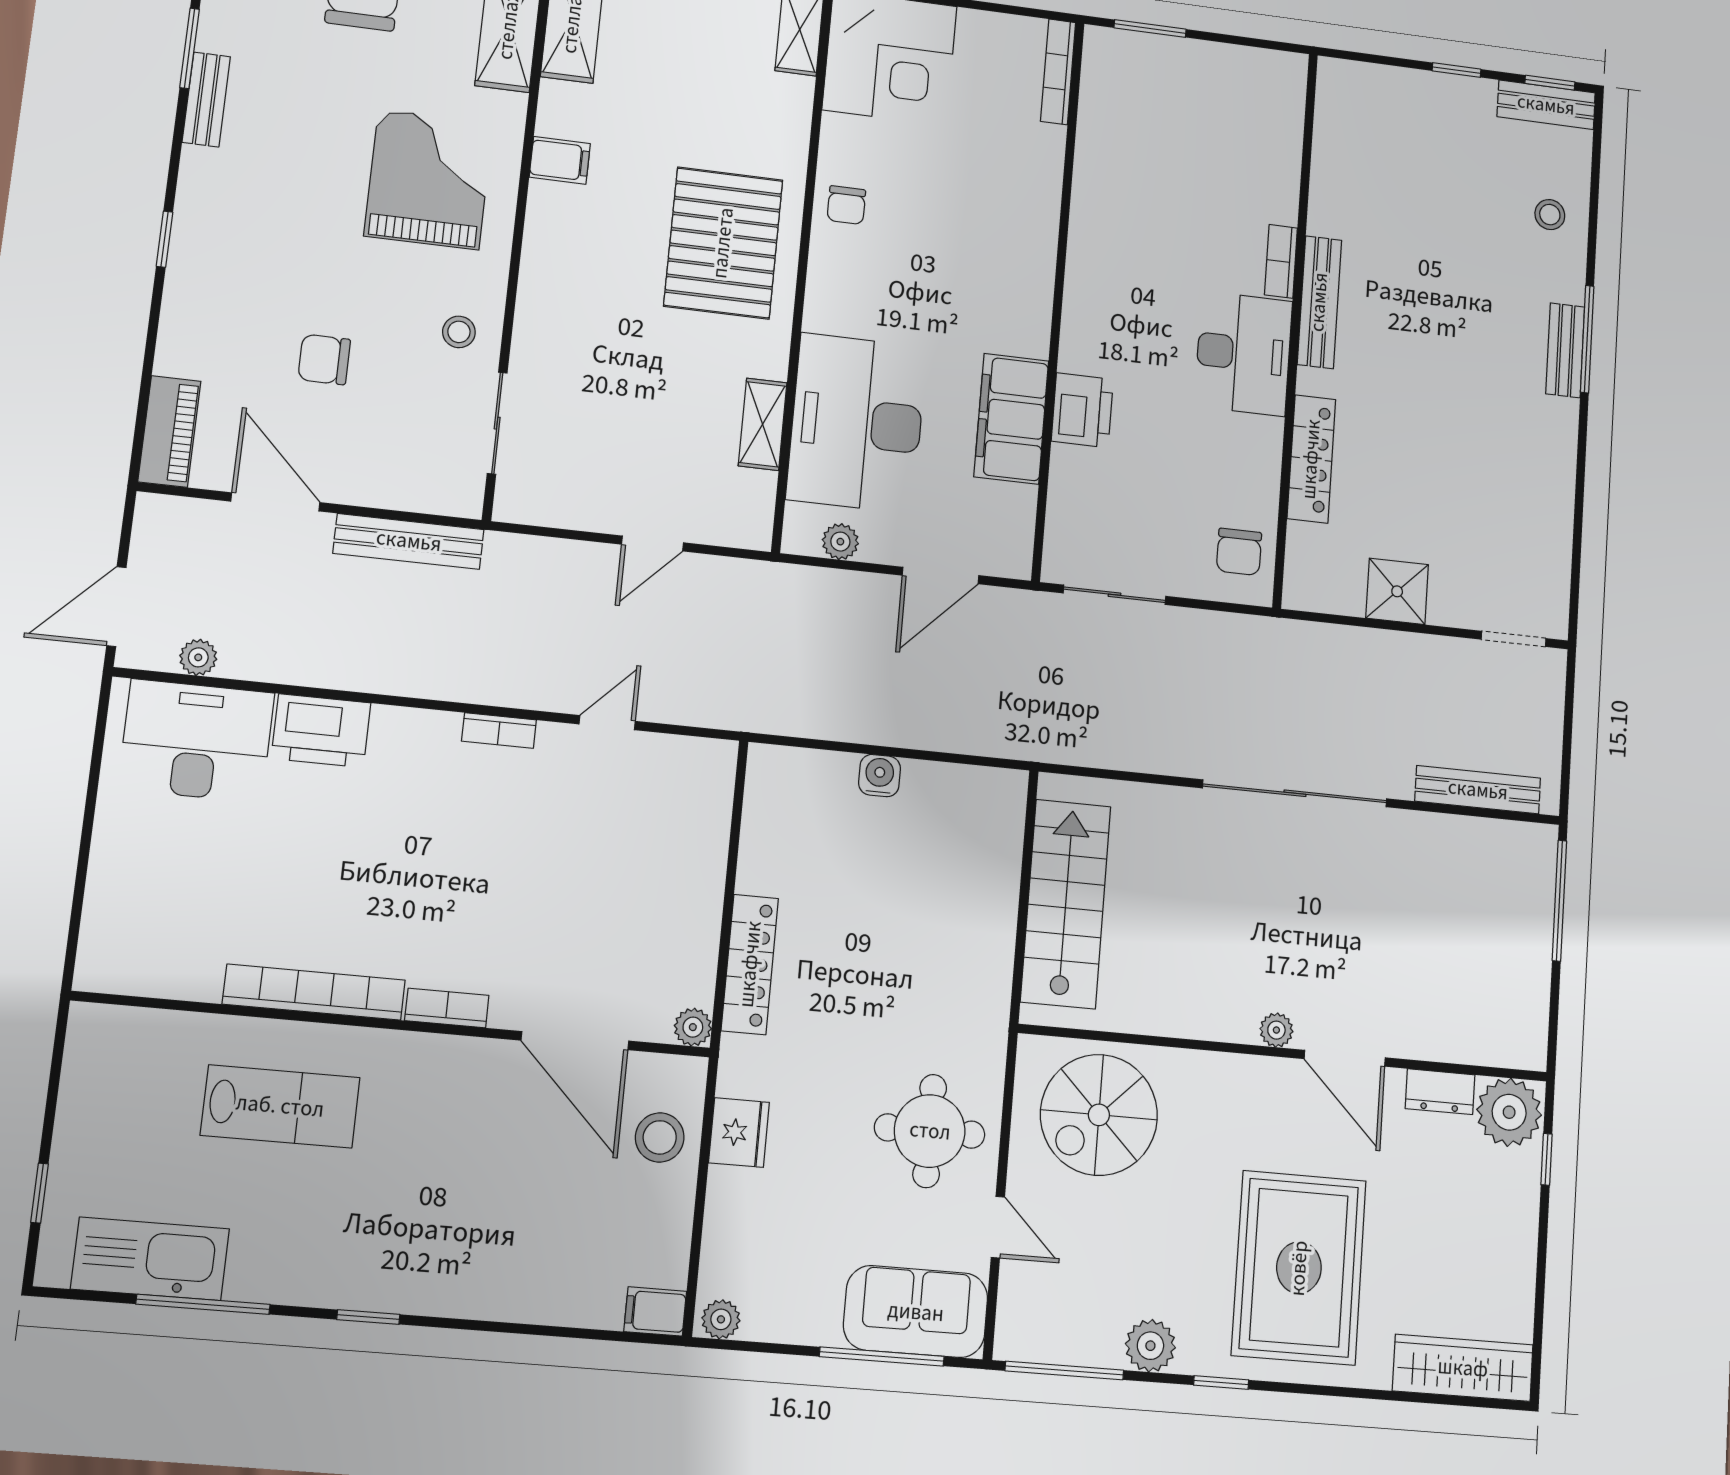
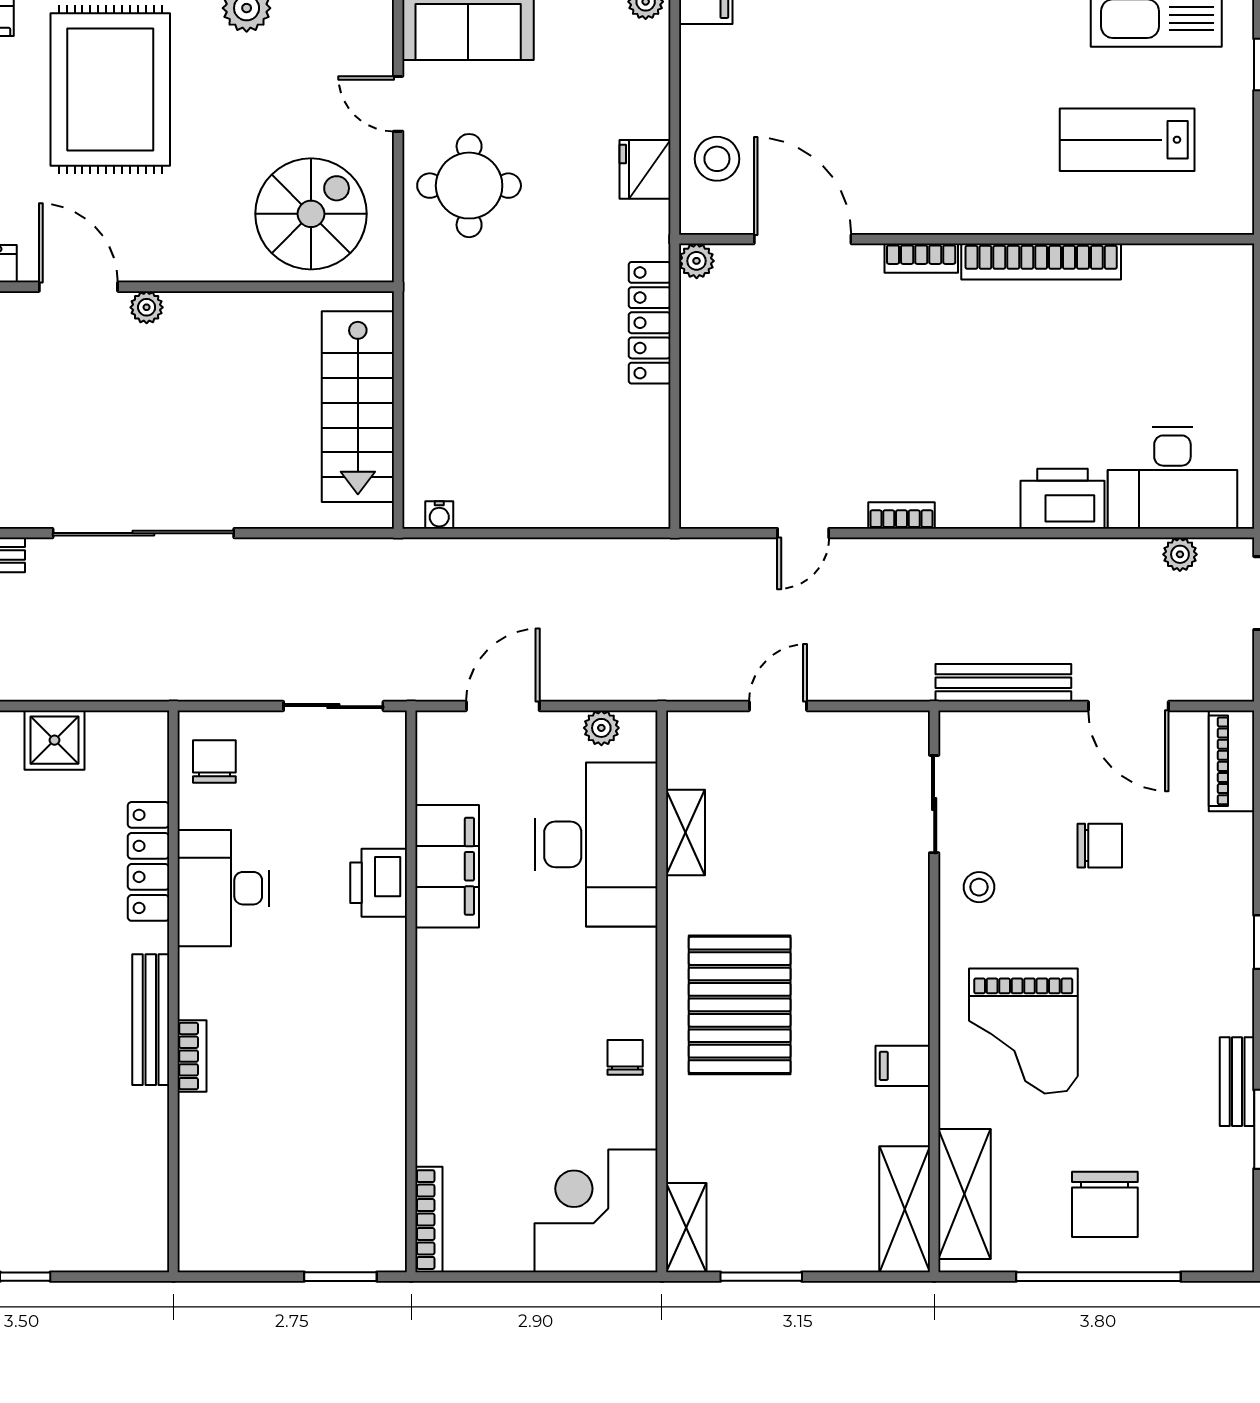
desk: (1243, 354) -> (223, 888), moved
water cooler: (879, 776) -> (439, 515), moved, width x0.72, depth x0.72
lab bench: (280, 1106) -> (1127, 140), moved

